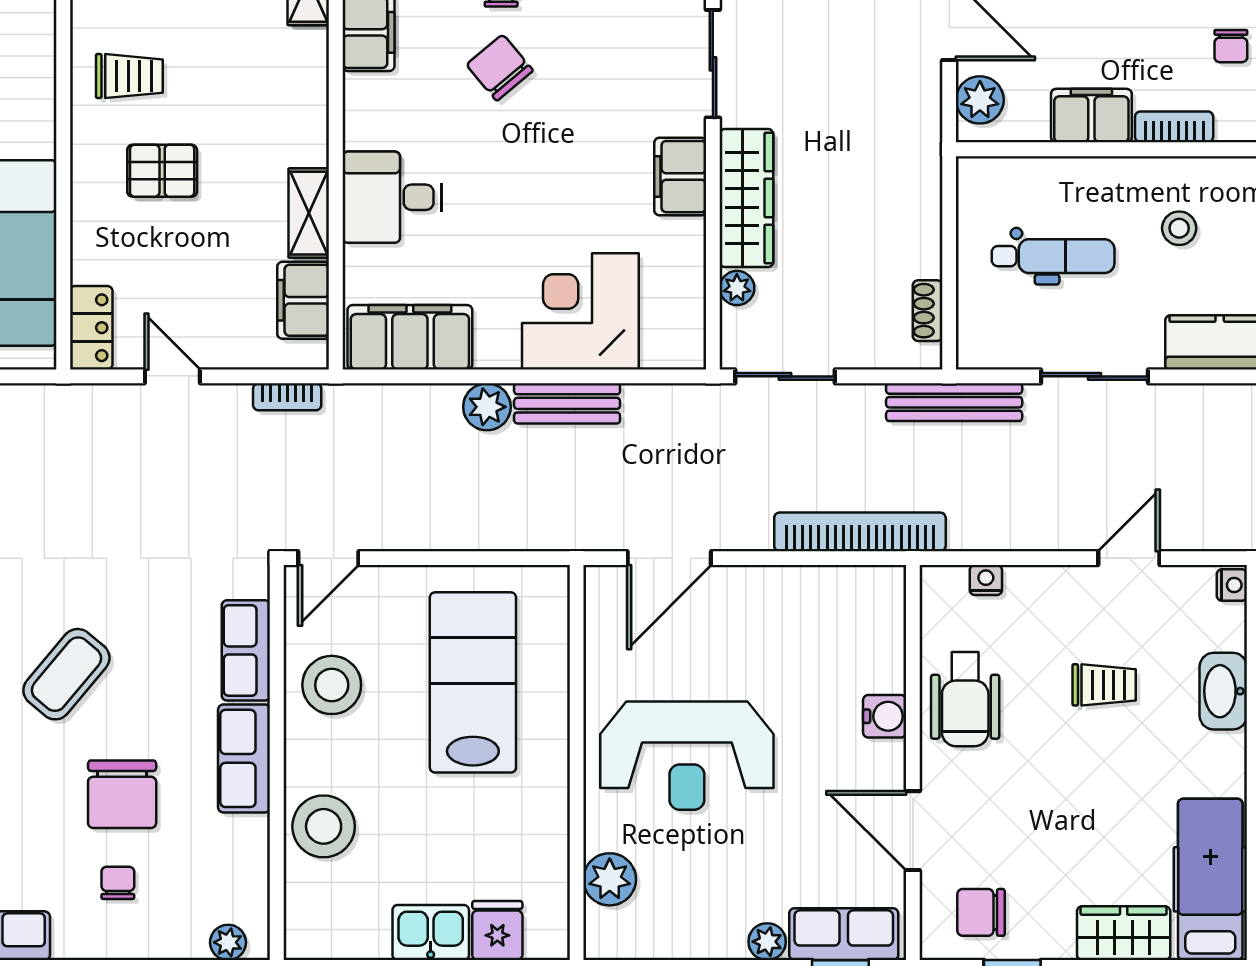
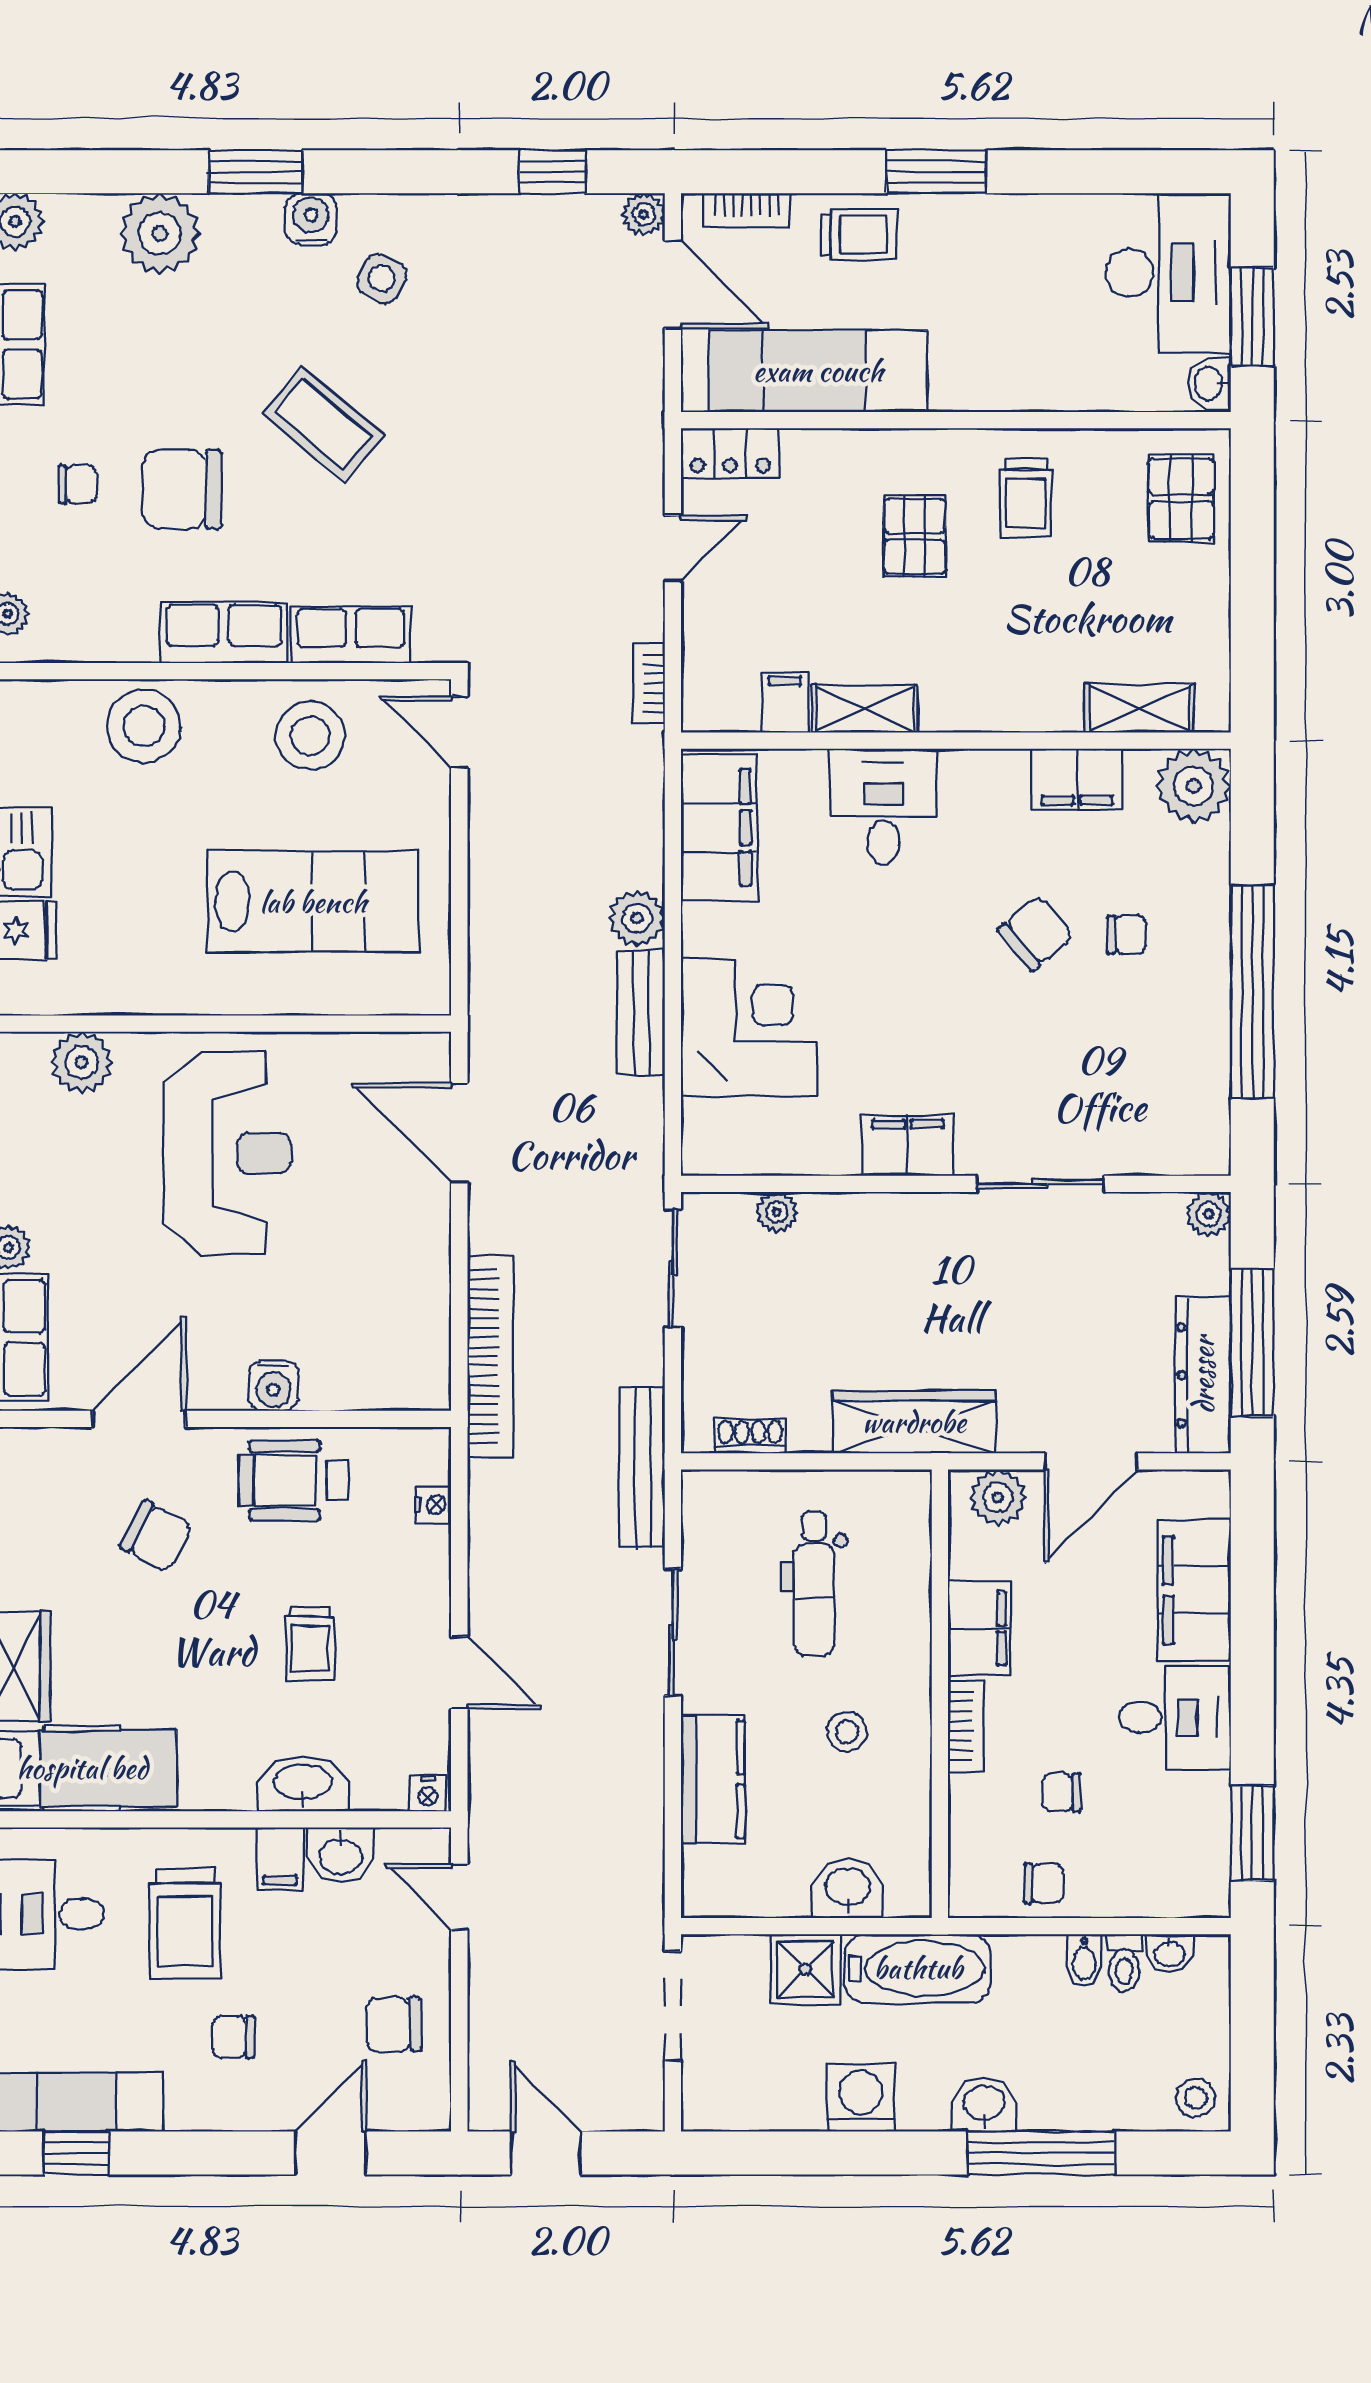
wardrobe: (746, 198) -> (914, 1422), moved, turned 180
filing cabinet: (303, 300) -> (785, 702), width x0.50
reception desk: (687, 756) -> (227, 1153), turned 180
chair: (981, 912) -> (156, 1536), moved, turned 118

